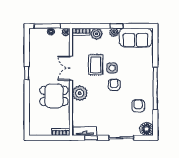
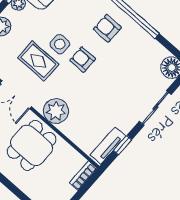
armchair: (138, 106) -> (107, 28), moved

